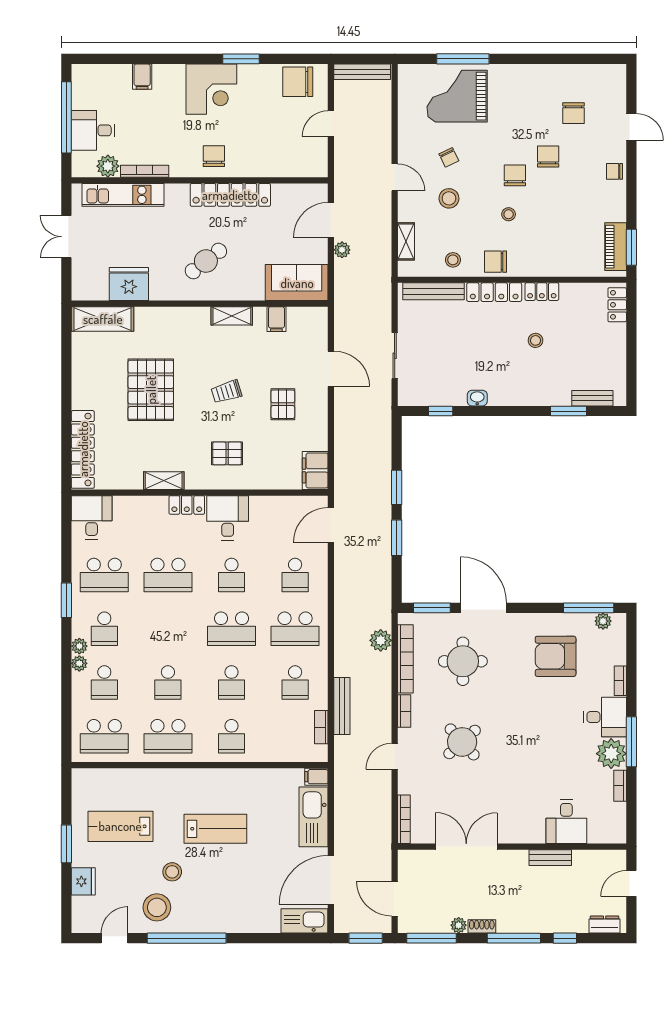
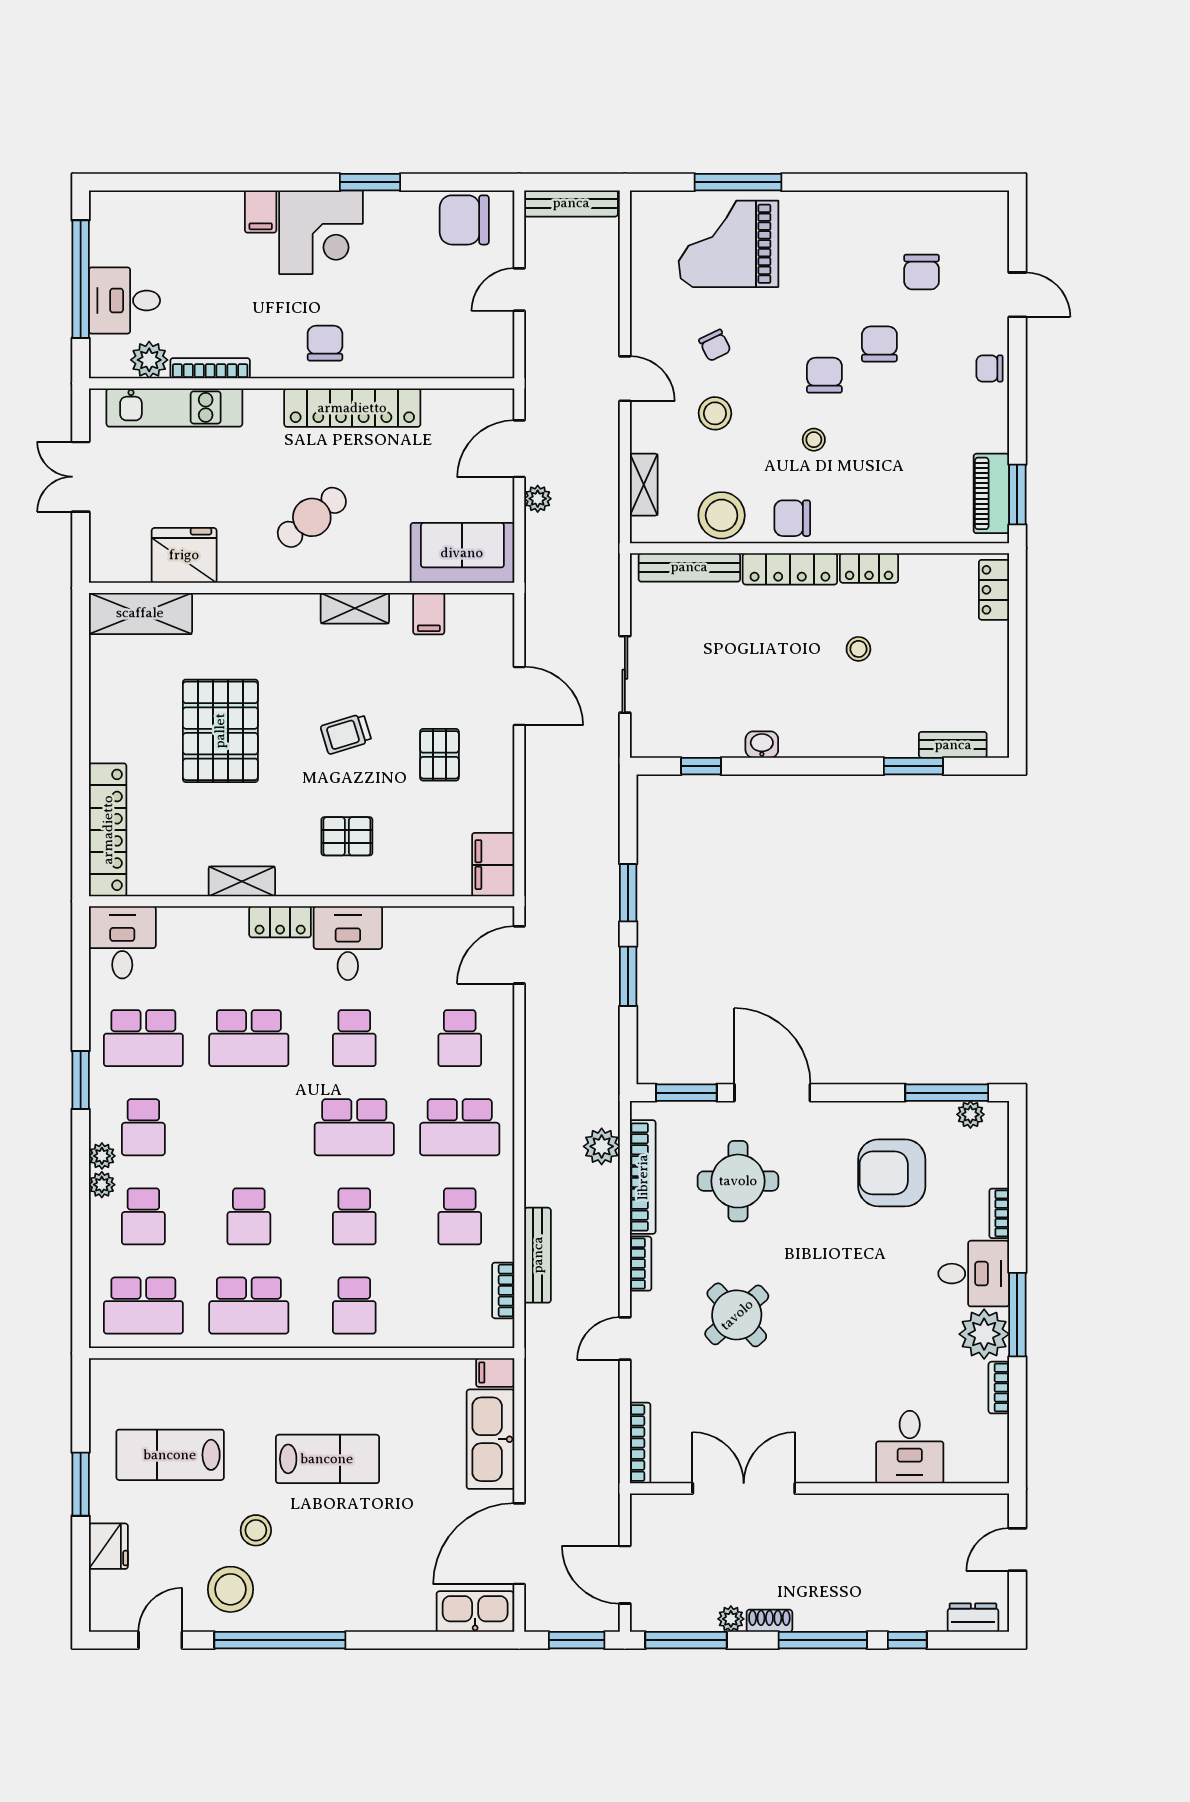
filing cabinet: (142, 77) -> (261, 212), moved
stool: (453, 260) -> (722, 515), width x1.89, depth x1.89
bench: (550, 858) -> (883, 1507), removed

